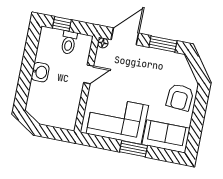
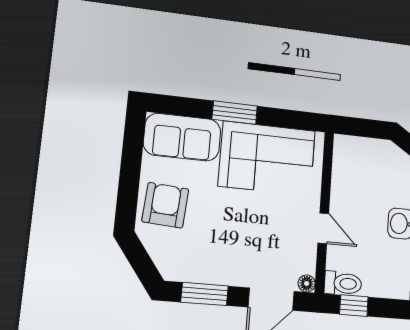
window: (62, 24) -> (354, 306), moved
toilet: (69, 43) -> (343, 283), moved, turned 90
door: (89, 74) -> (323, 228), swing flipped

